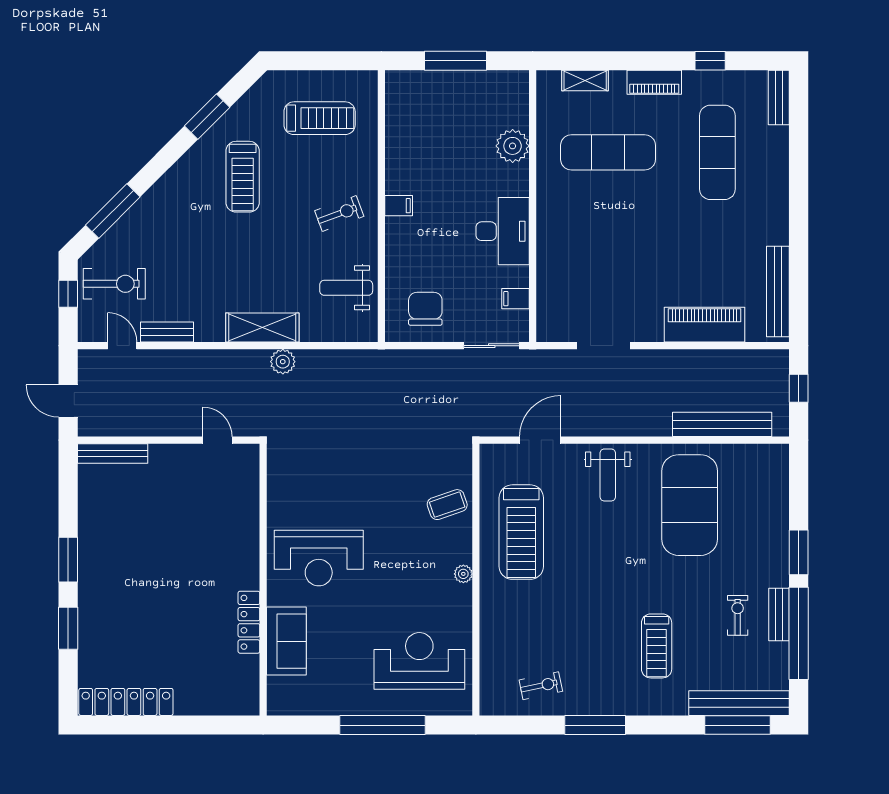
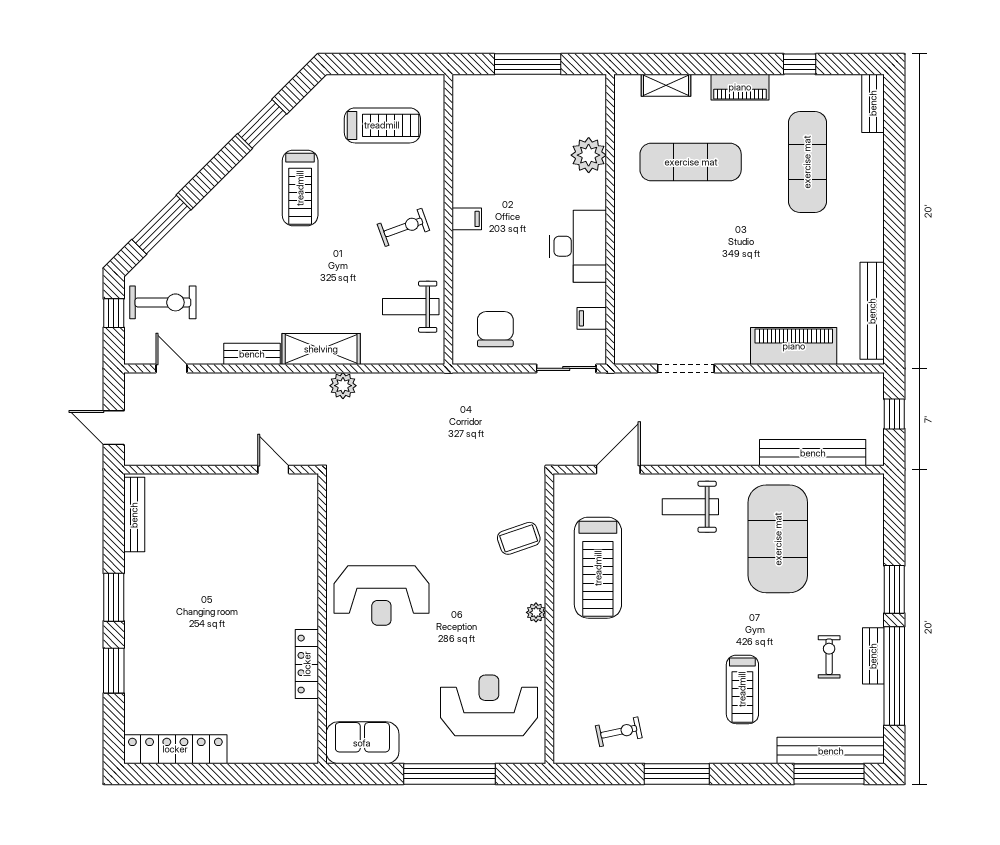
bench: (167, 332) -> (252, 354), moved
bench: (113, 454) -> (134, 515), moved, turned 90
weight bench: (608, 475) -> (690, 507), turned 90
sofa: (286, 641) -> (362, 743), moved, turned -90

